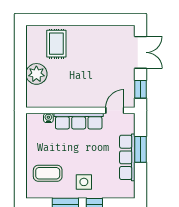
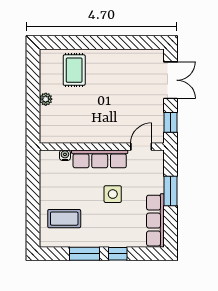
plant: (36, 74) -> (46, 99), width x0.53, depth x0.53
row of seats: (127, 157) -> (155, 221), moved
side table: (84, 182) -> (113, 194), moved

